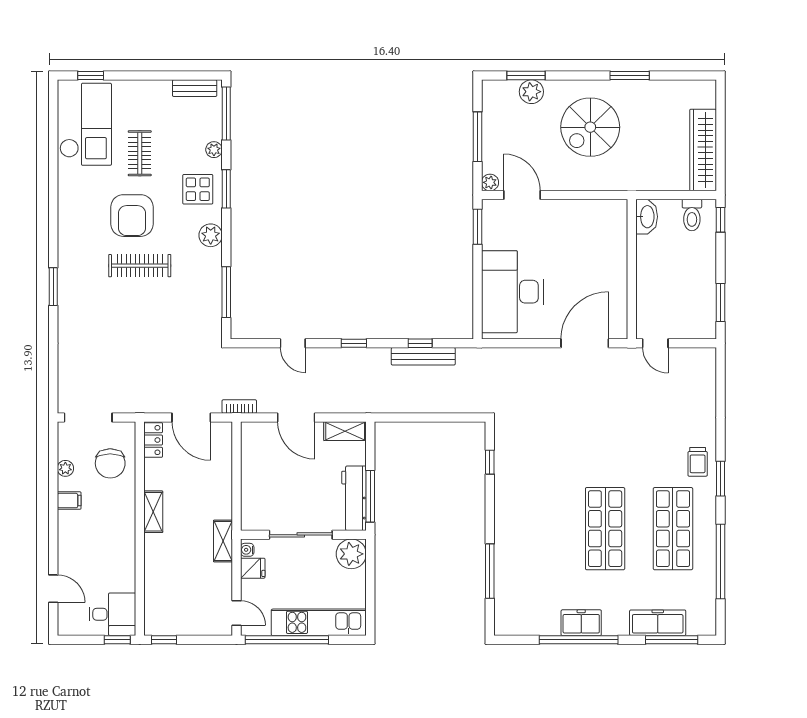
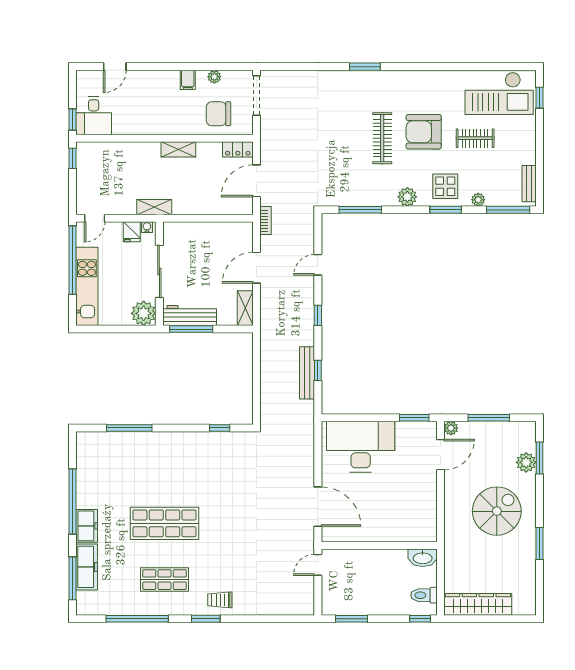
spiral stairs: (590, 127) -> (497, 511), turned 90
shop shelf: (673, 529) -> (164, 580), width x0.70, depth x0.74
freezer: (581, 623) -> (87, 526), moved

